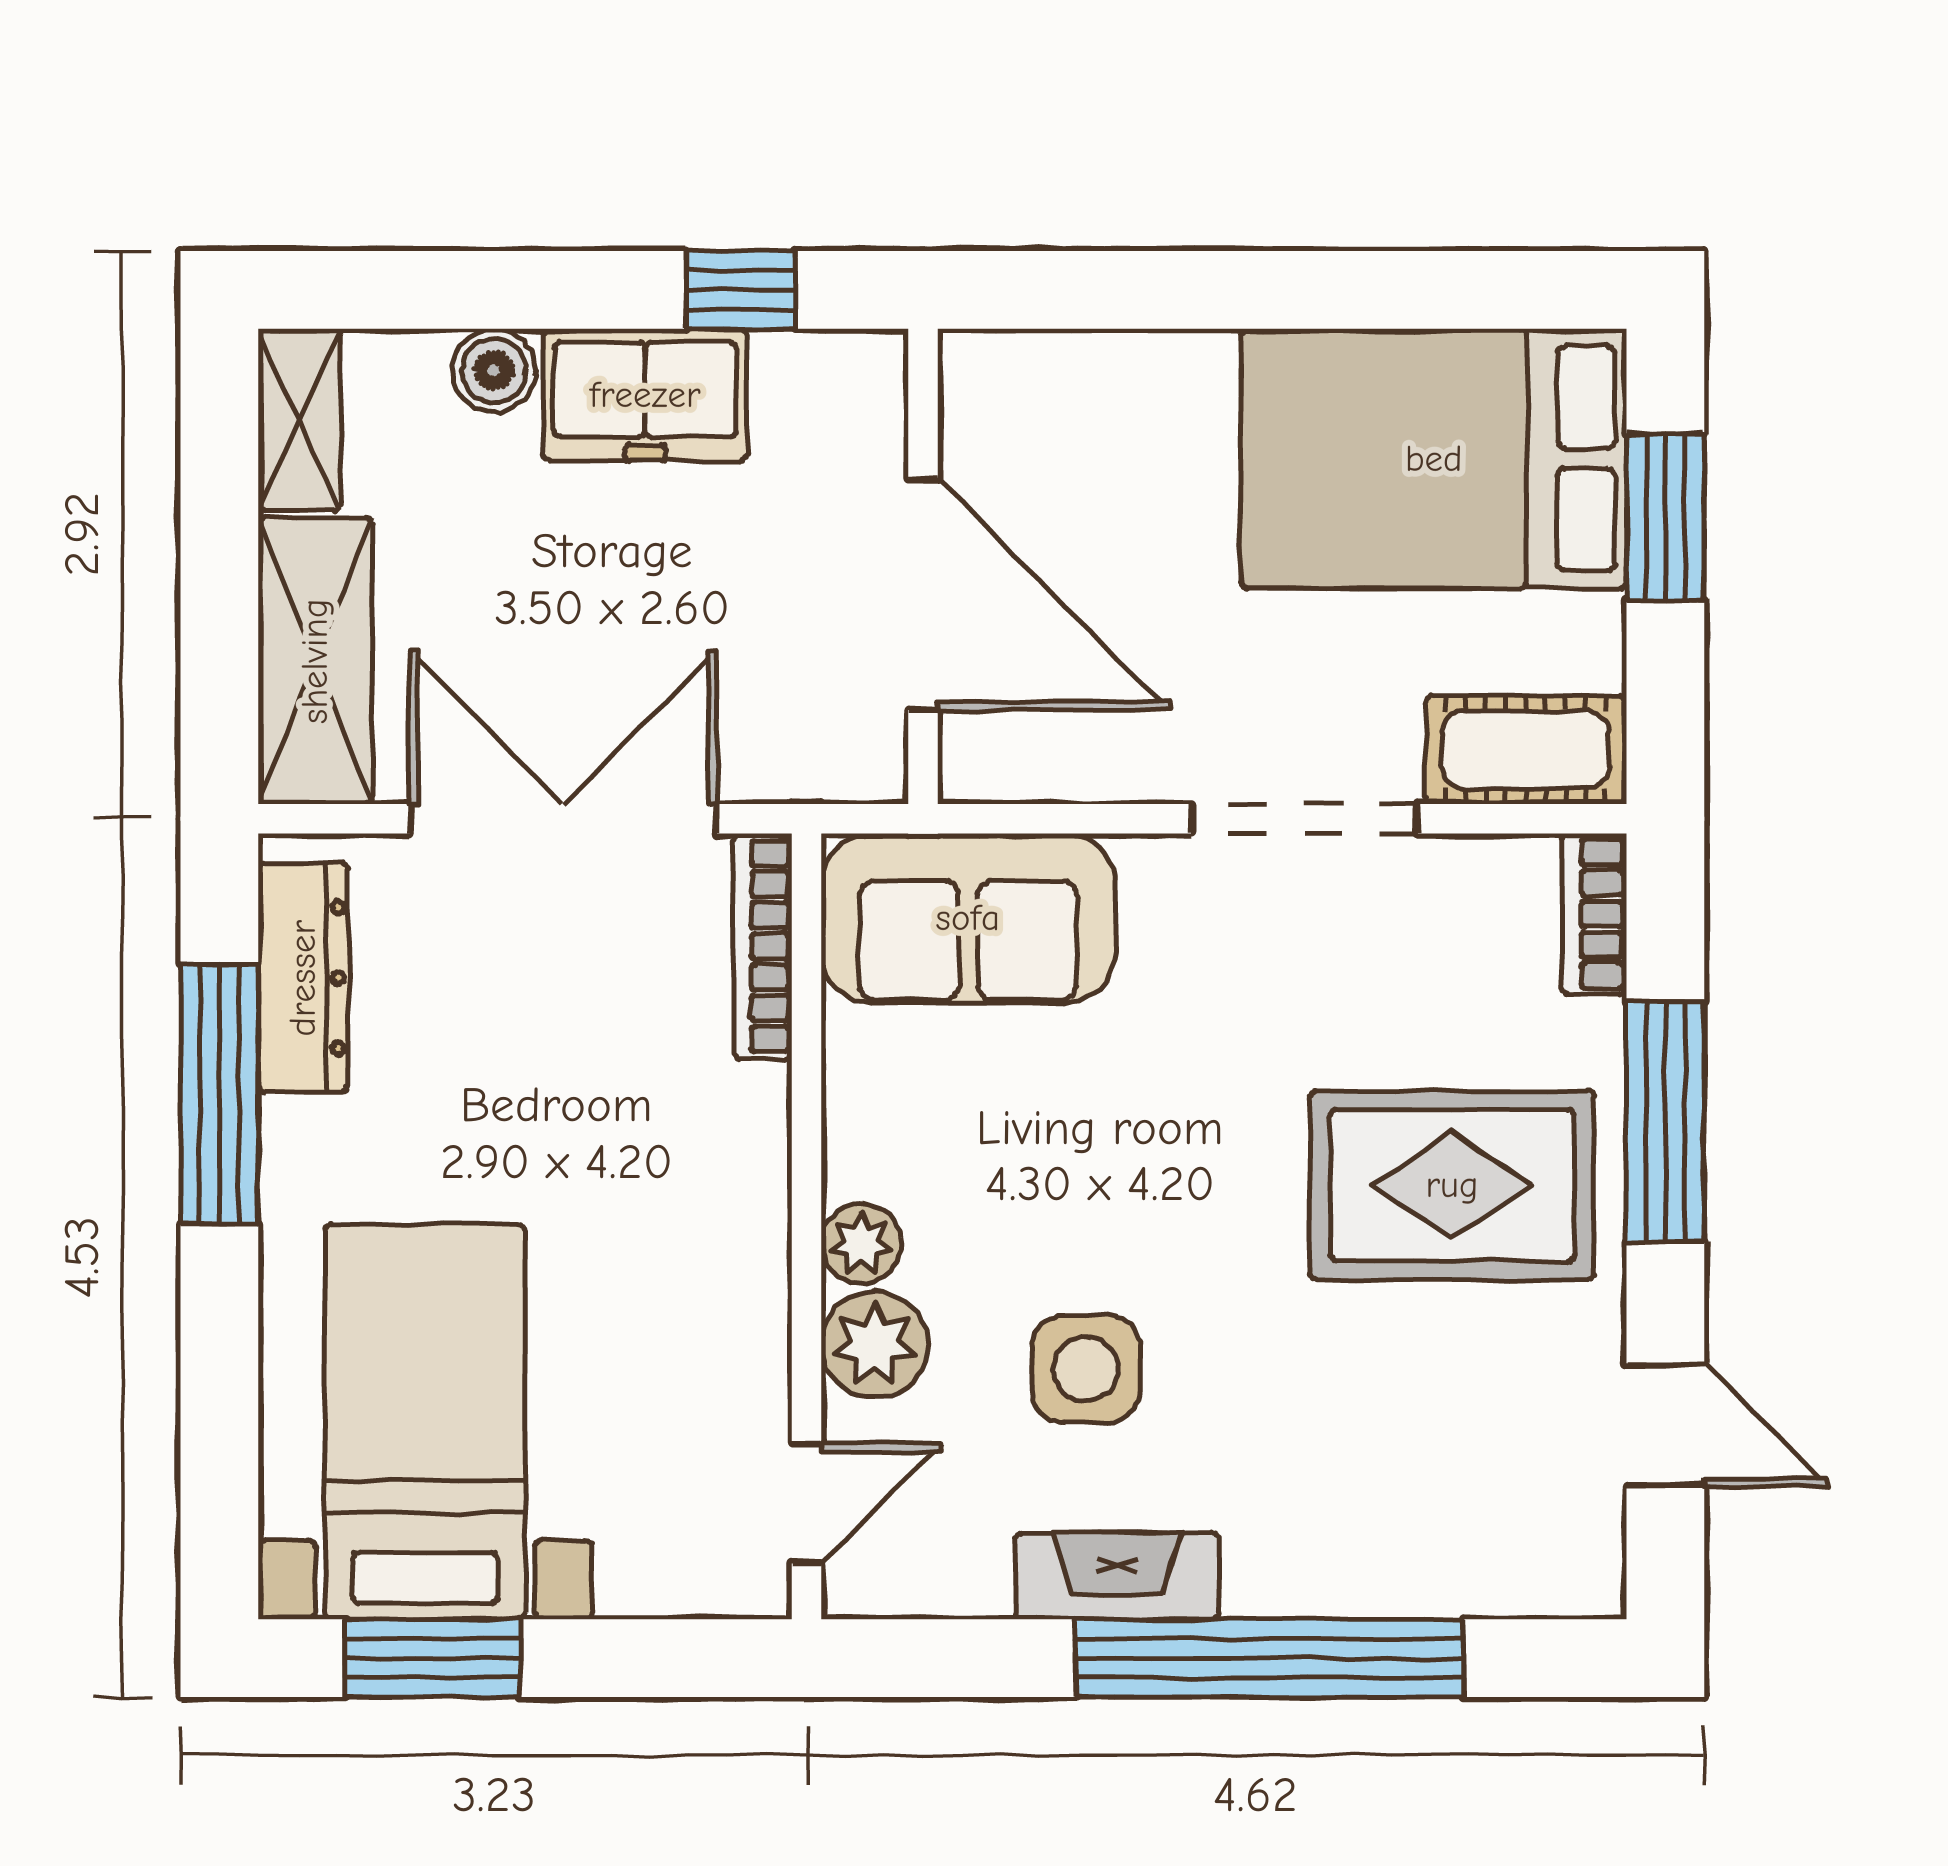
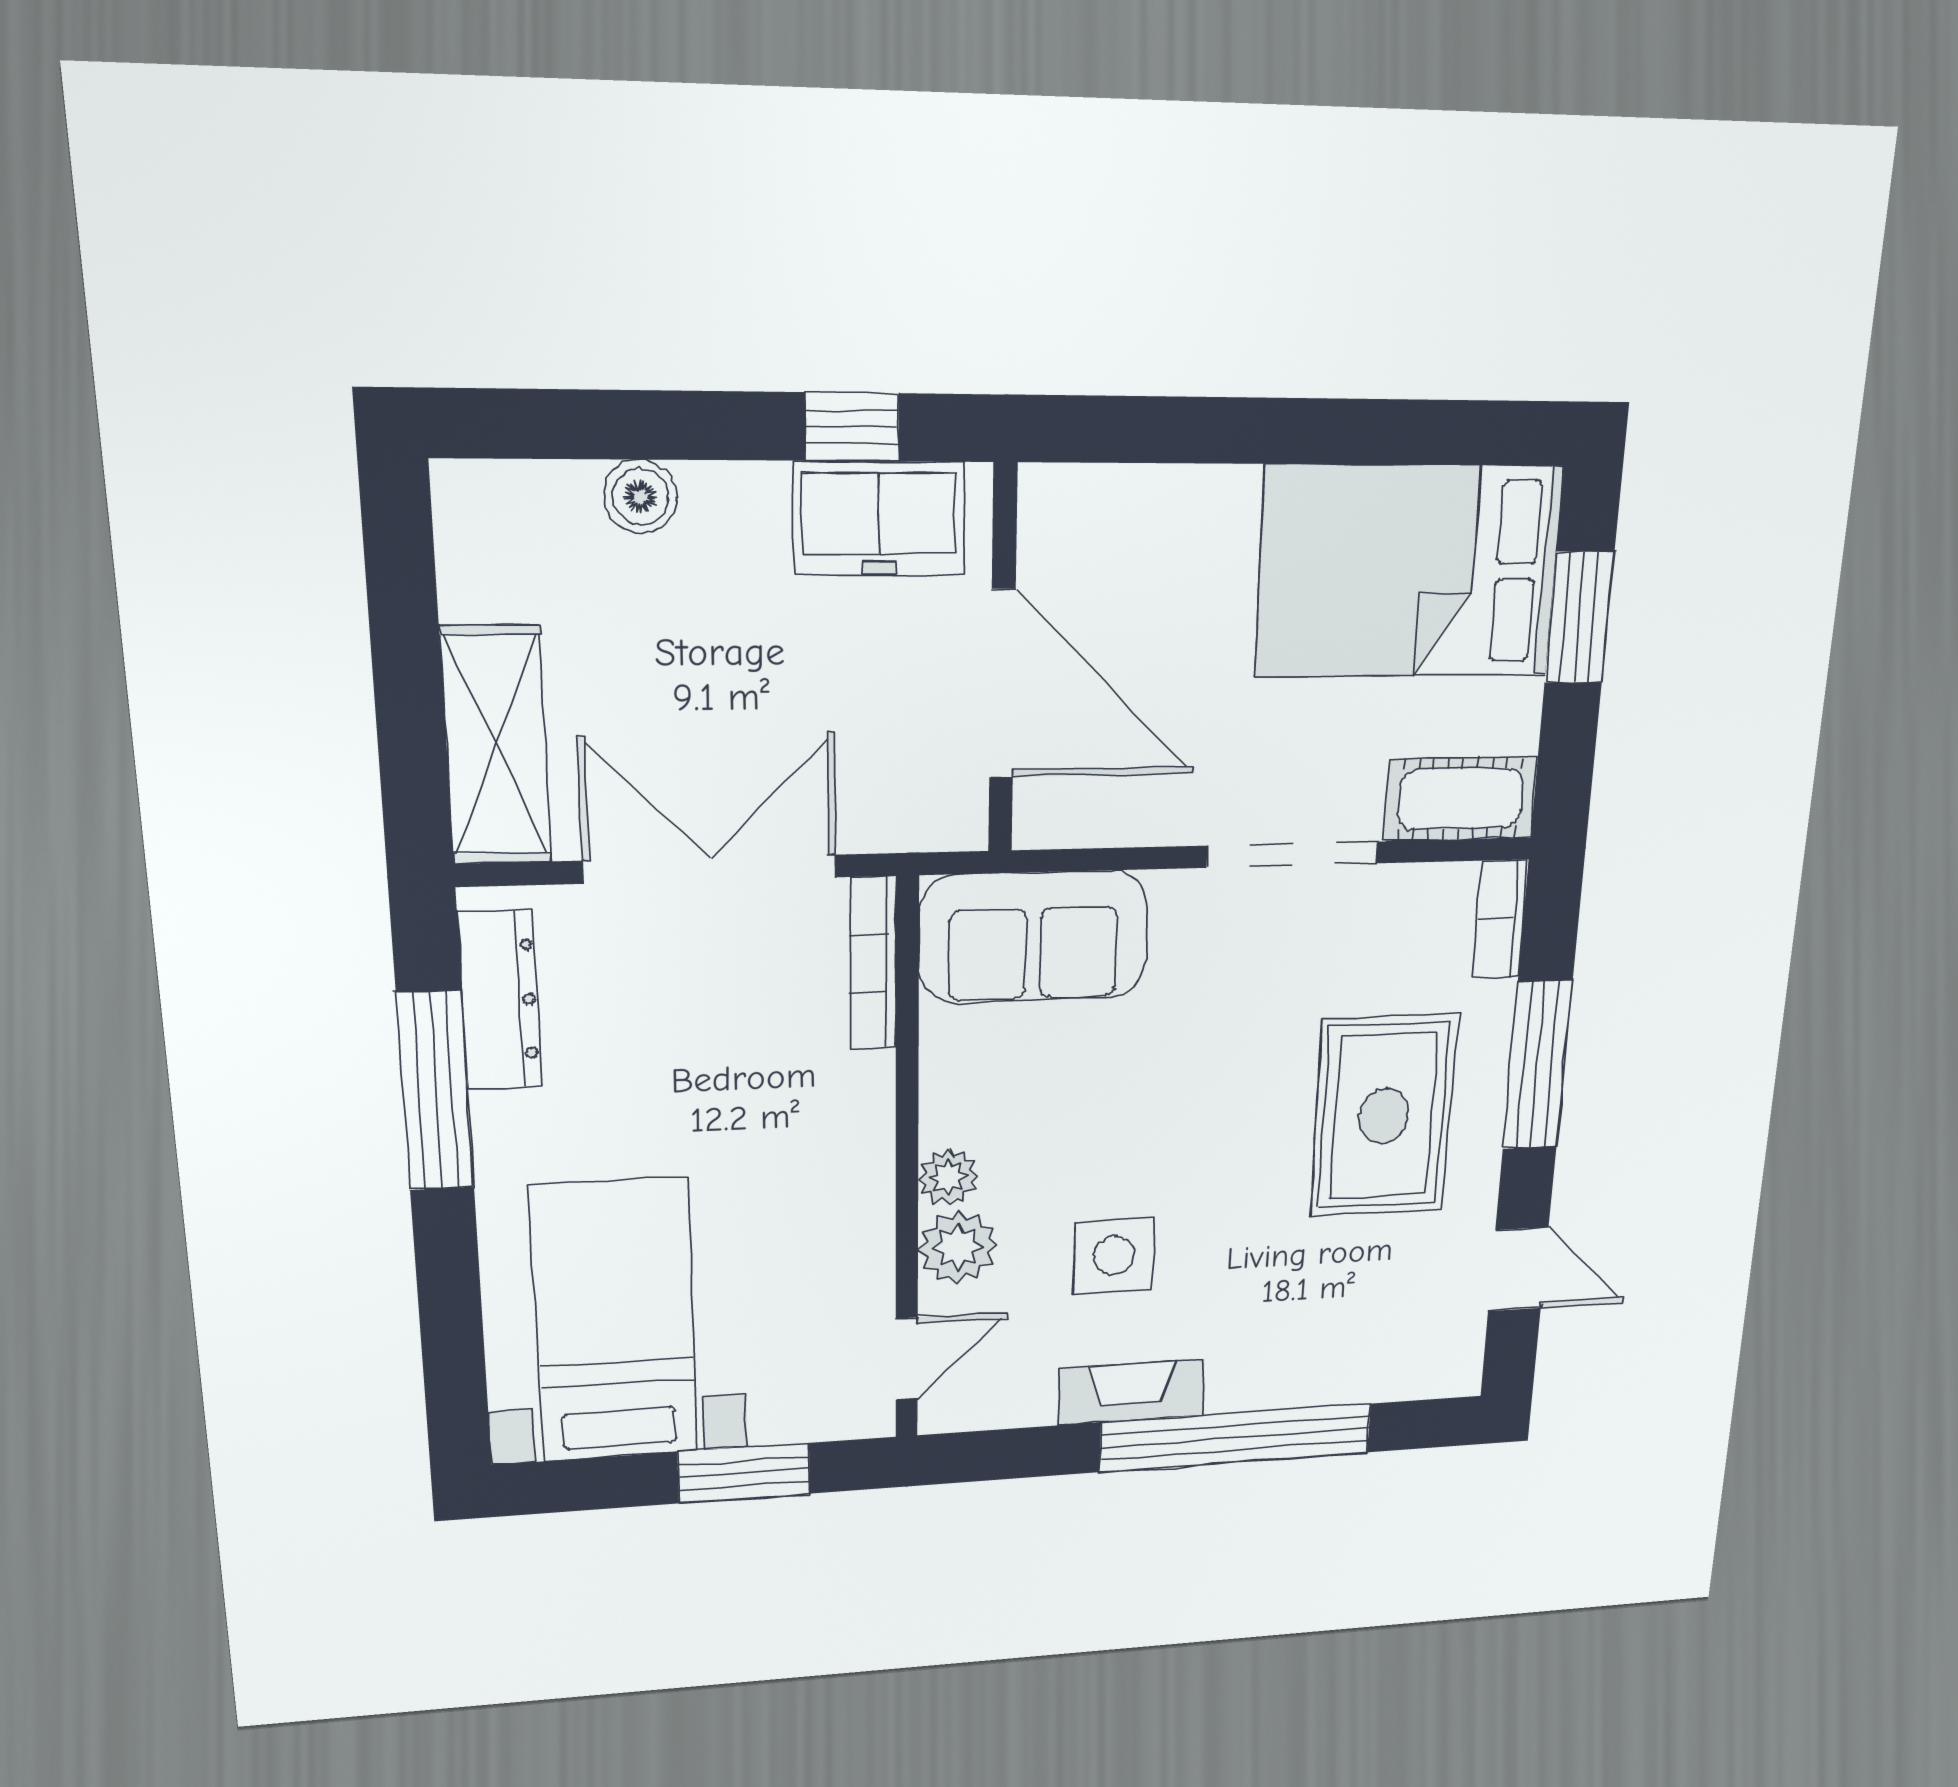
freezer: (645, 395) -> (879, 518), moved
shelving: (299, 420) -> (470, 539), removed
rug: (1452, 1185) -> (1384, 1116), turned 90
window: (433, 1658) -> (744, 1473), moved

